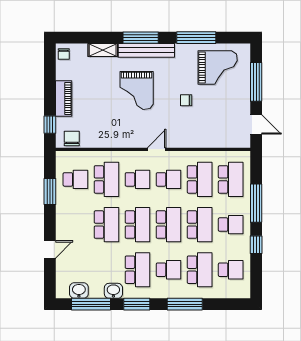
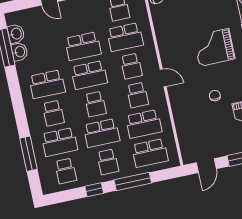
school desk: (169, 225) -> (95, 104), width x0.54
washbasin: (113, 291) -> (20, 52), moved
window: (137, 304) -> (15, 90), removed
window: (185, 304) -> (28, 154), moved

